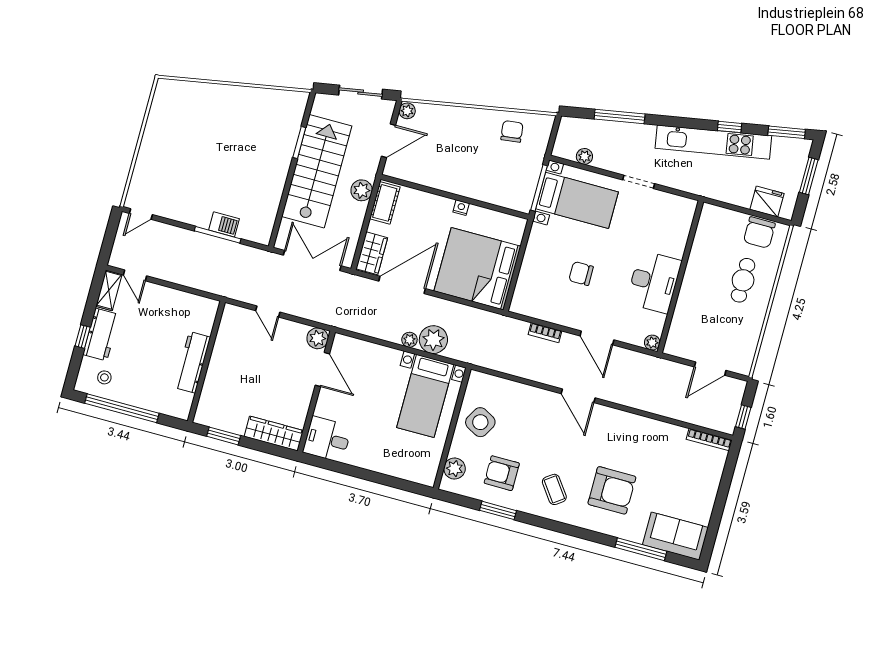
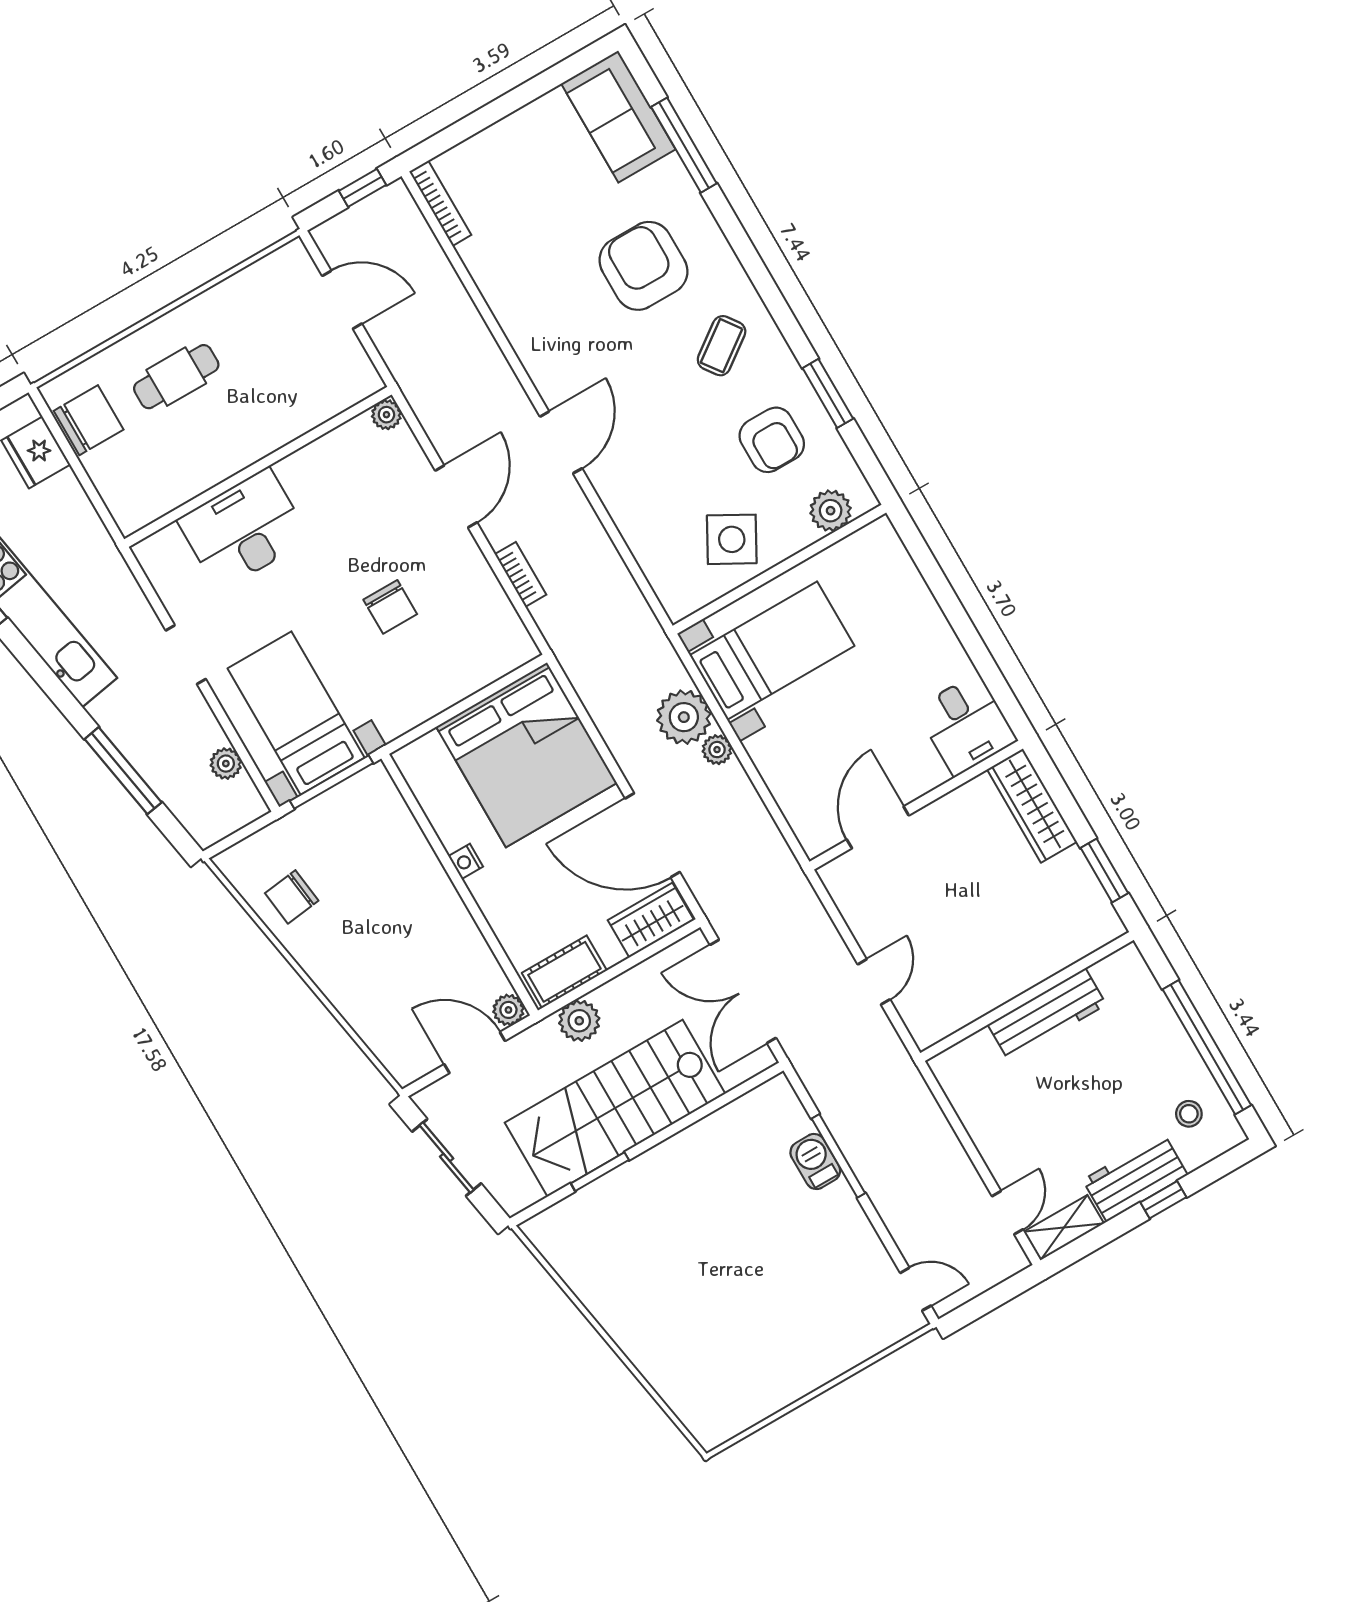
plant: (407, 111) -> (508, 1010), moved
desk: (654, 282) -> (244, 529), moved
plant: (318, 338) -> (842, 877), removed

